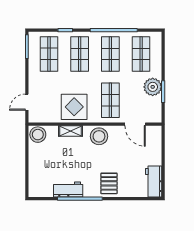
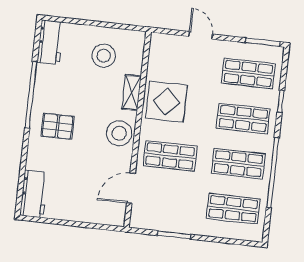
plant: (153, 87) -> (183, 220), removed
door: (27, 102) -> (201, 35), moved
stool: (38, 135) -> (104, 56), moved
workbench: (154, 181) -> (34, 194), moved, turned 90
pallet: (109, 183) -> (58, 126), moved
workbench: (68, 190) -> (50, 42), moved

